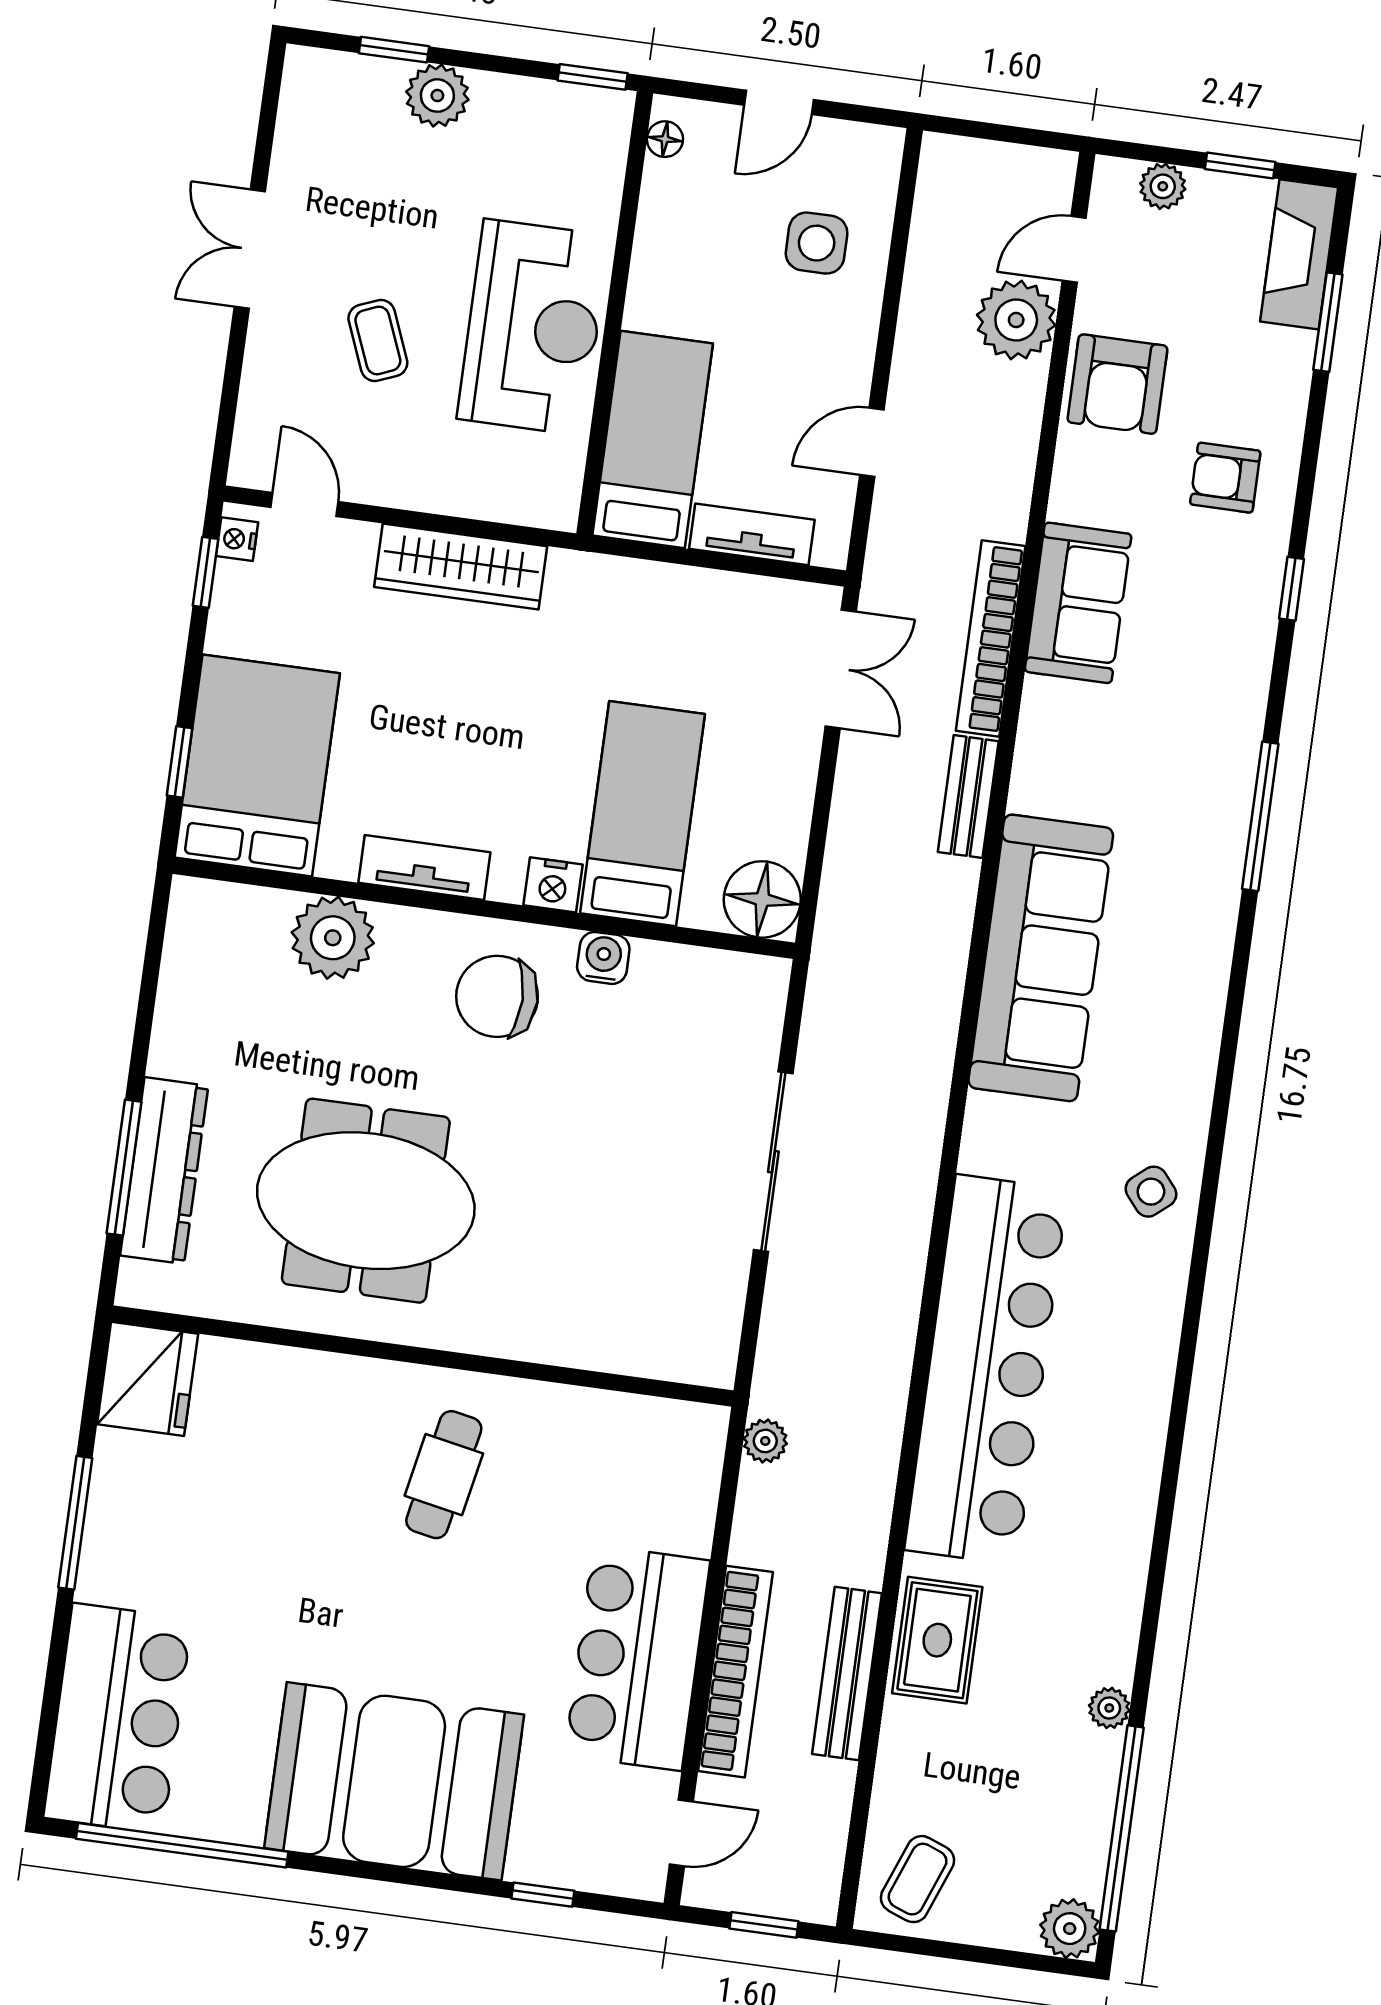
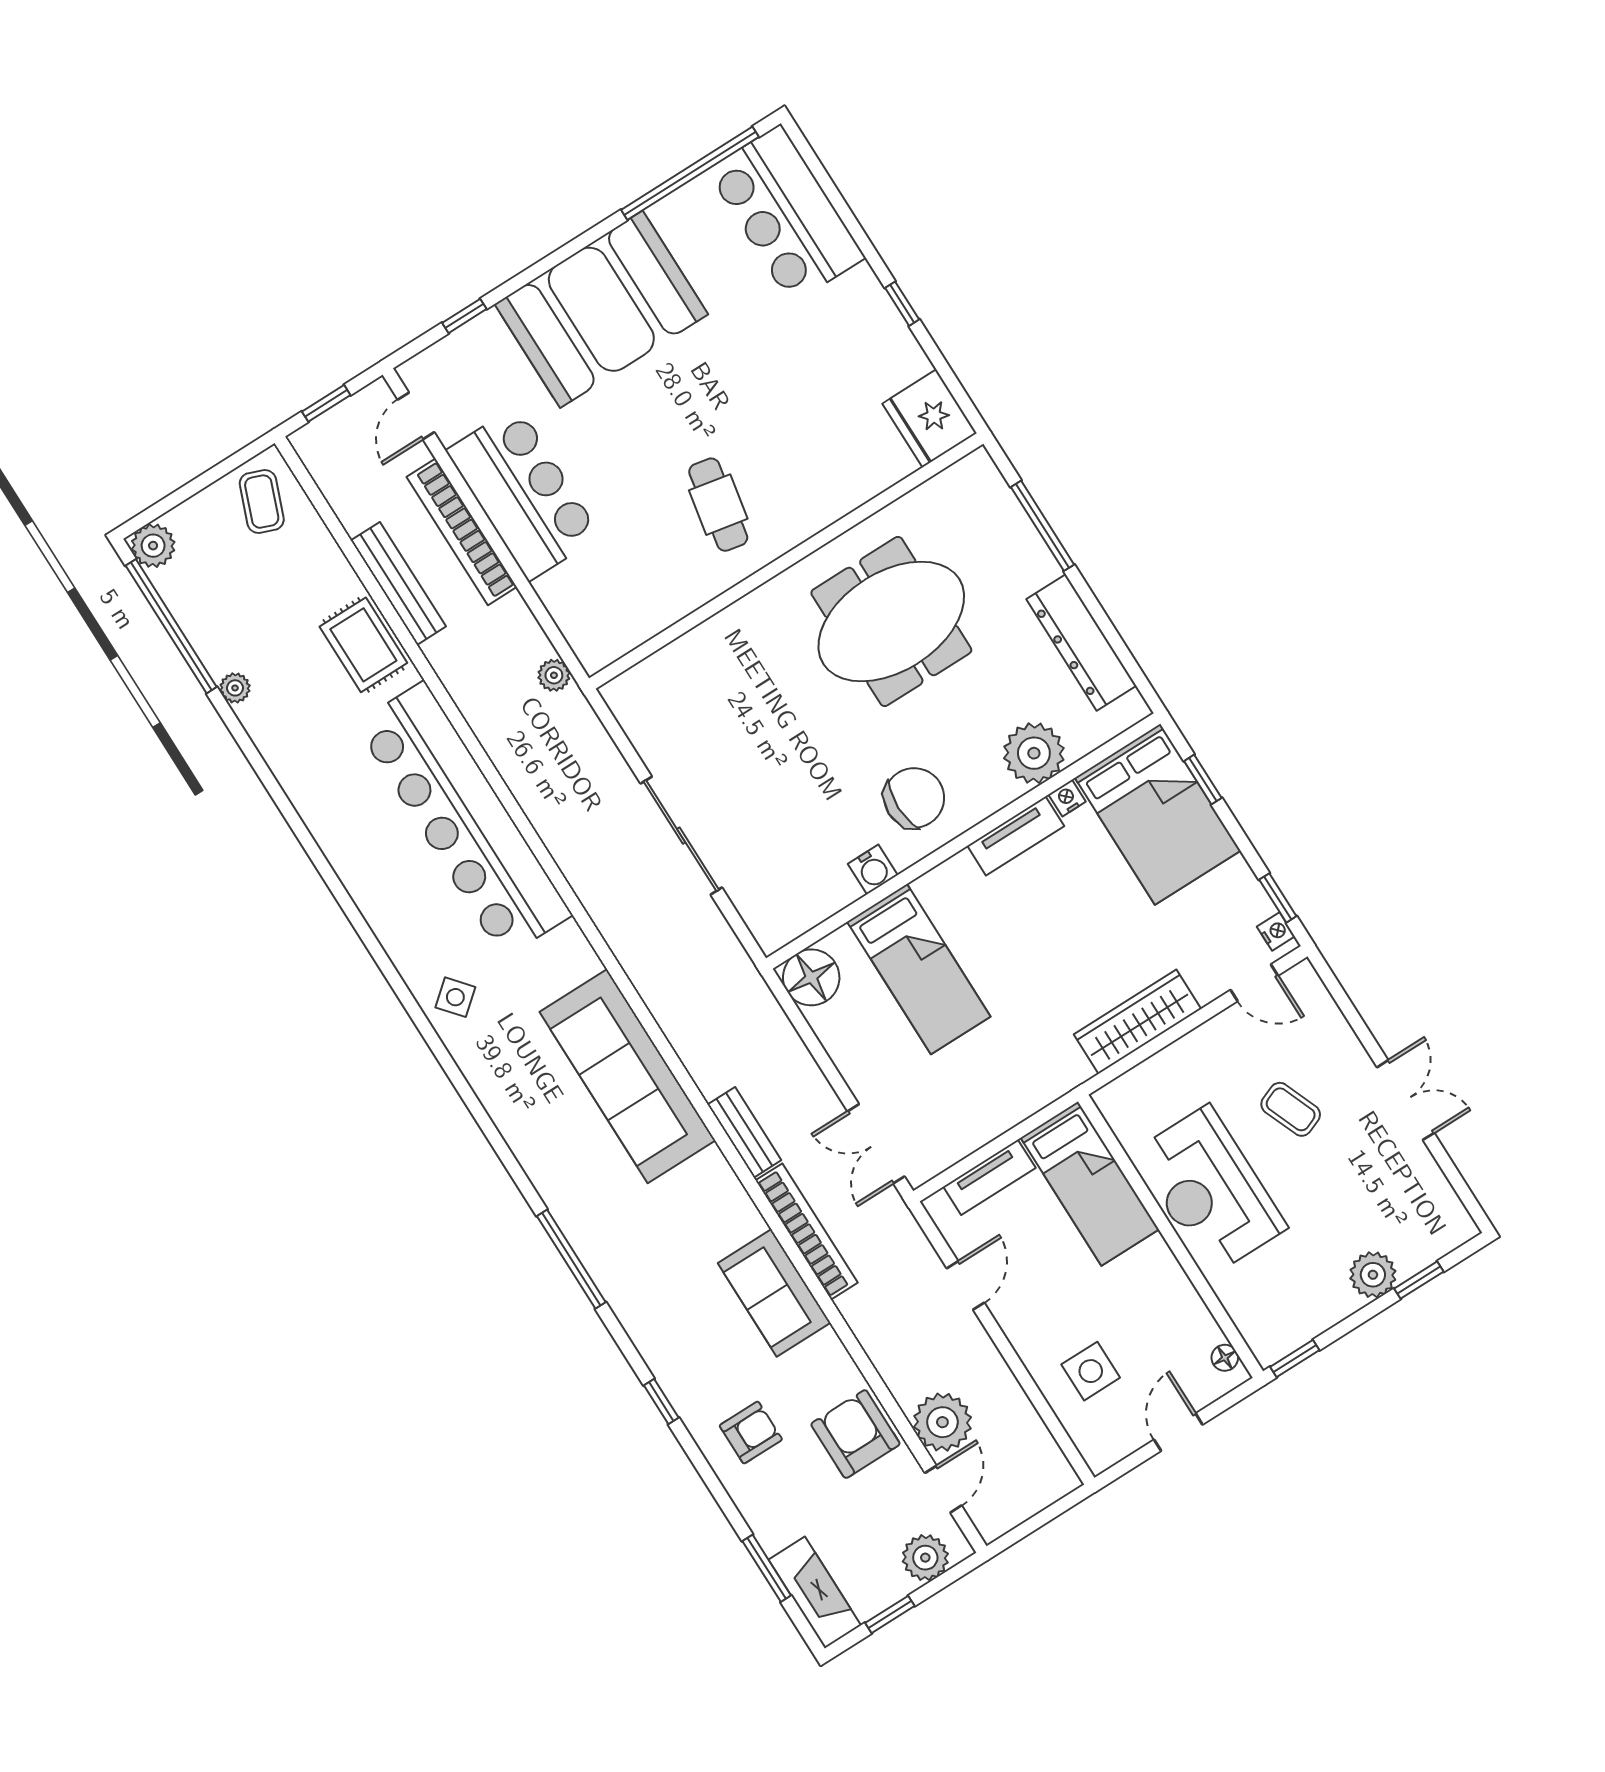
plant: (1163, 186) -> (925, 1558), width x1.38, depth x1.38
nightstand: (553, 885) -> (1067, 798), moved, width x0.72, depth x0.74
dresser: (164, 1171) -> (1081, 642), moved
window: (75, 1523) -> (902, 304), width x0.46

